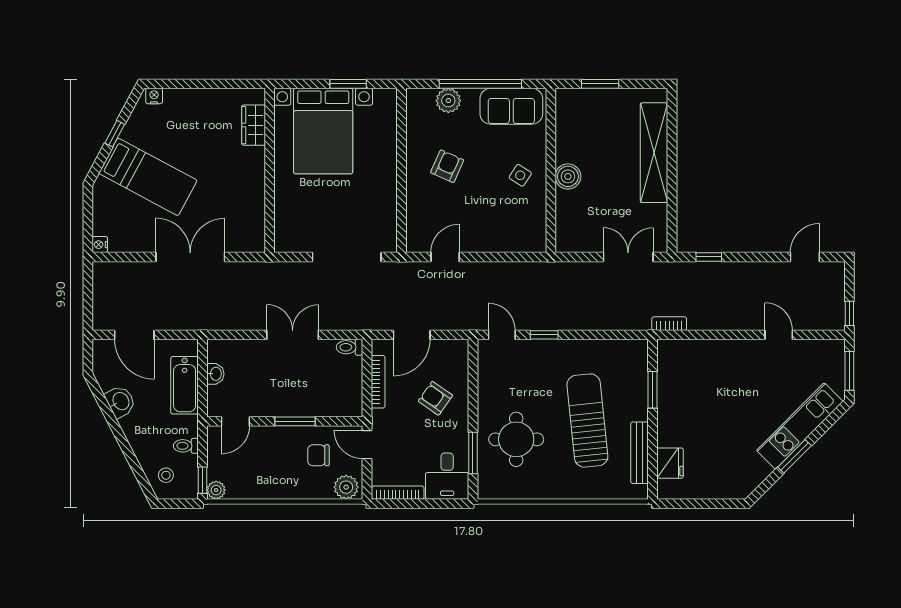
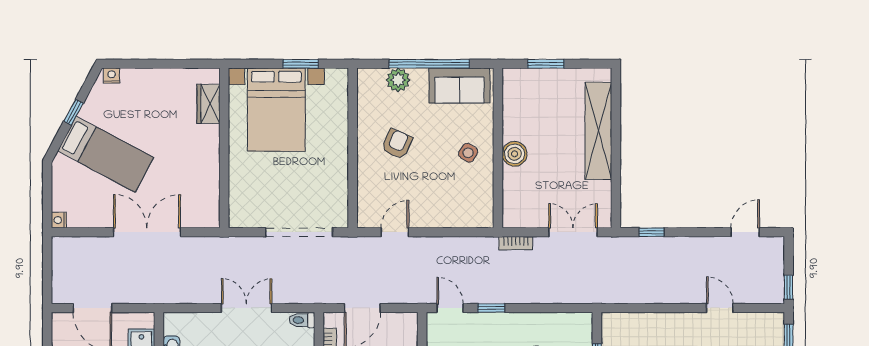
bookcase: (669, 324) -> (516, 243), moved, turned 180

